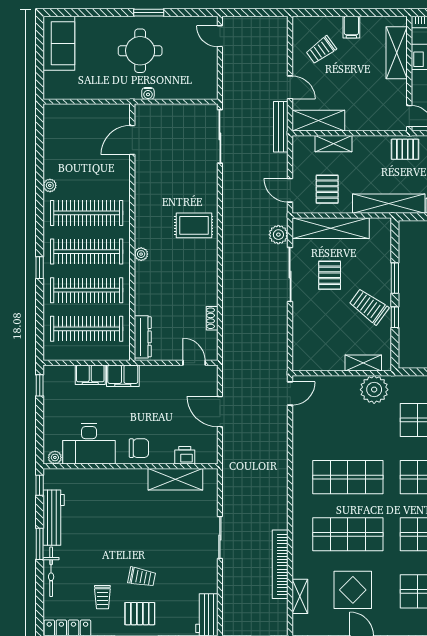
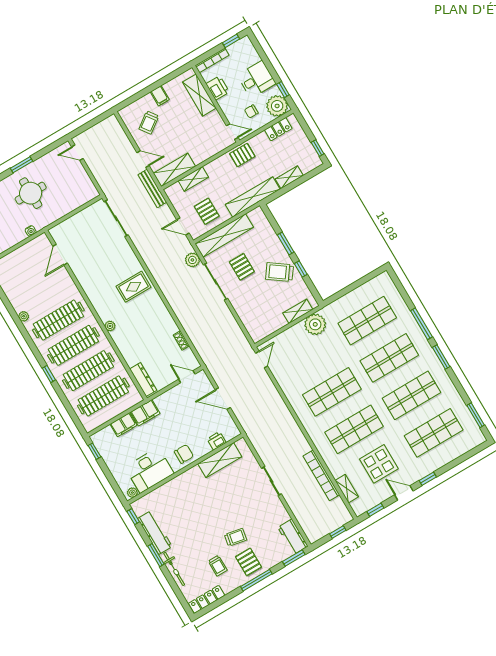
water cooler: (148, 93) -> (31, 231), moved
pallet: (140, 614) -> (248, 562), turned 90

